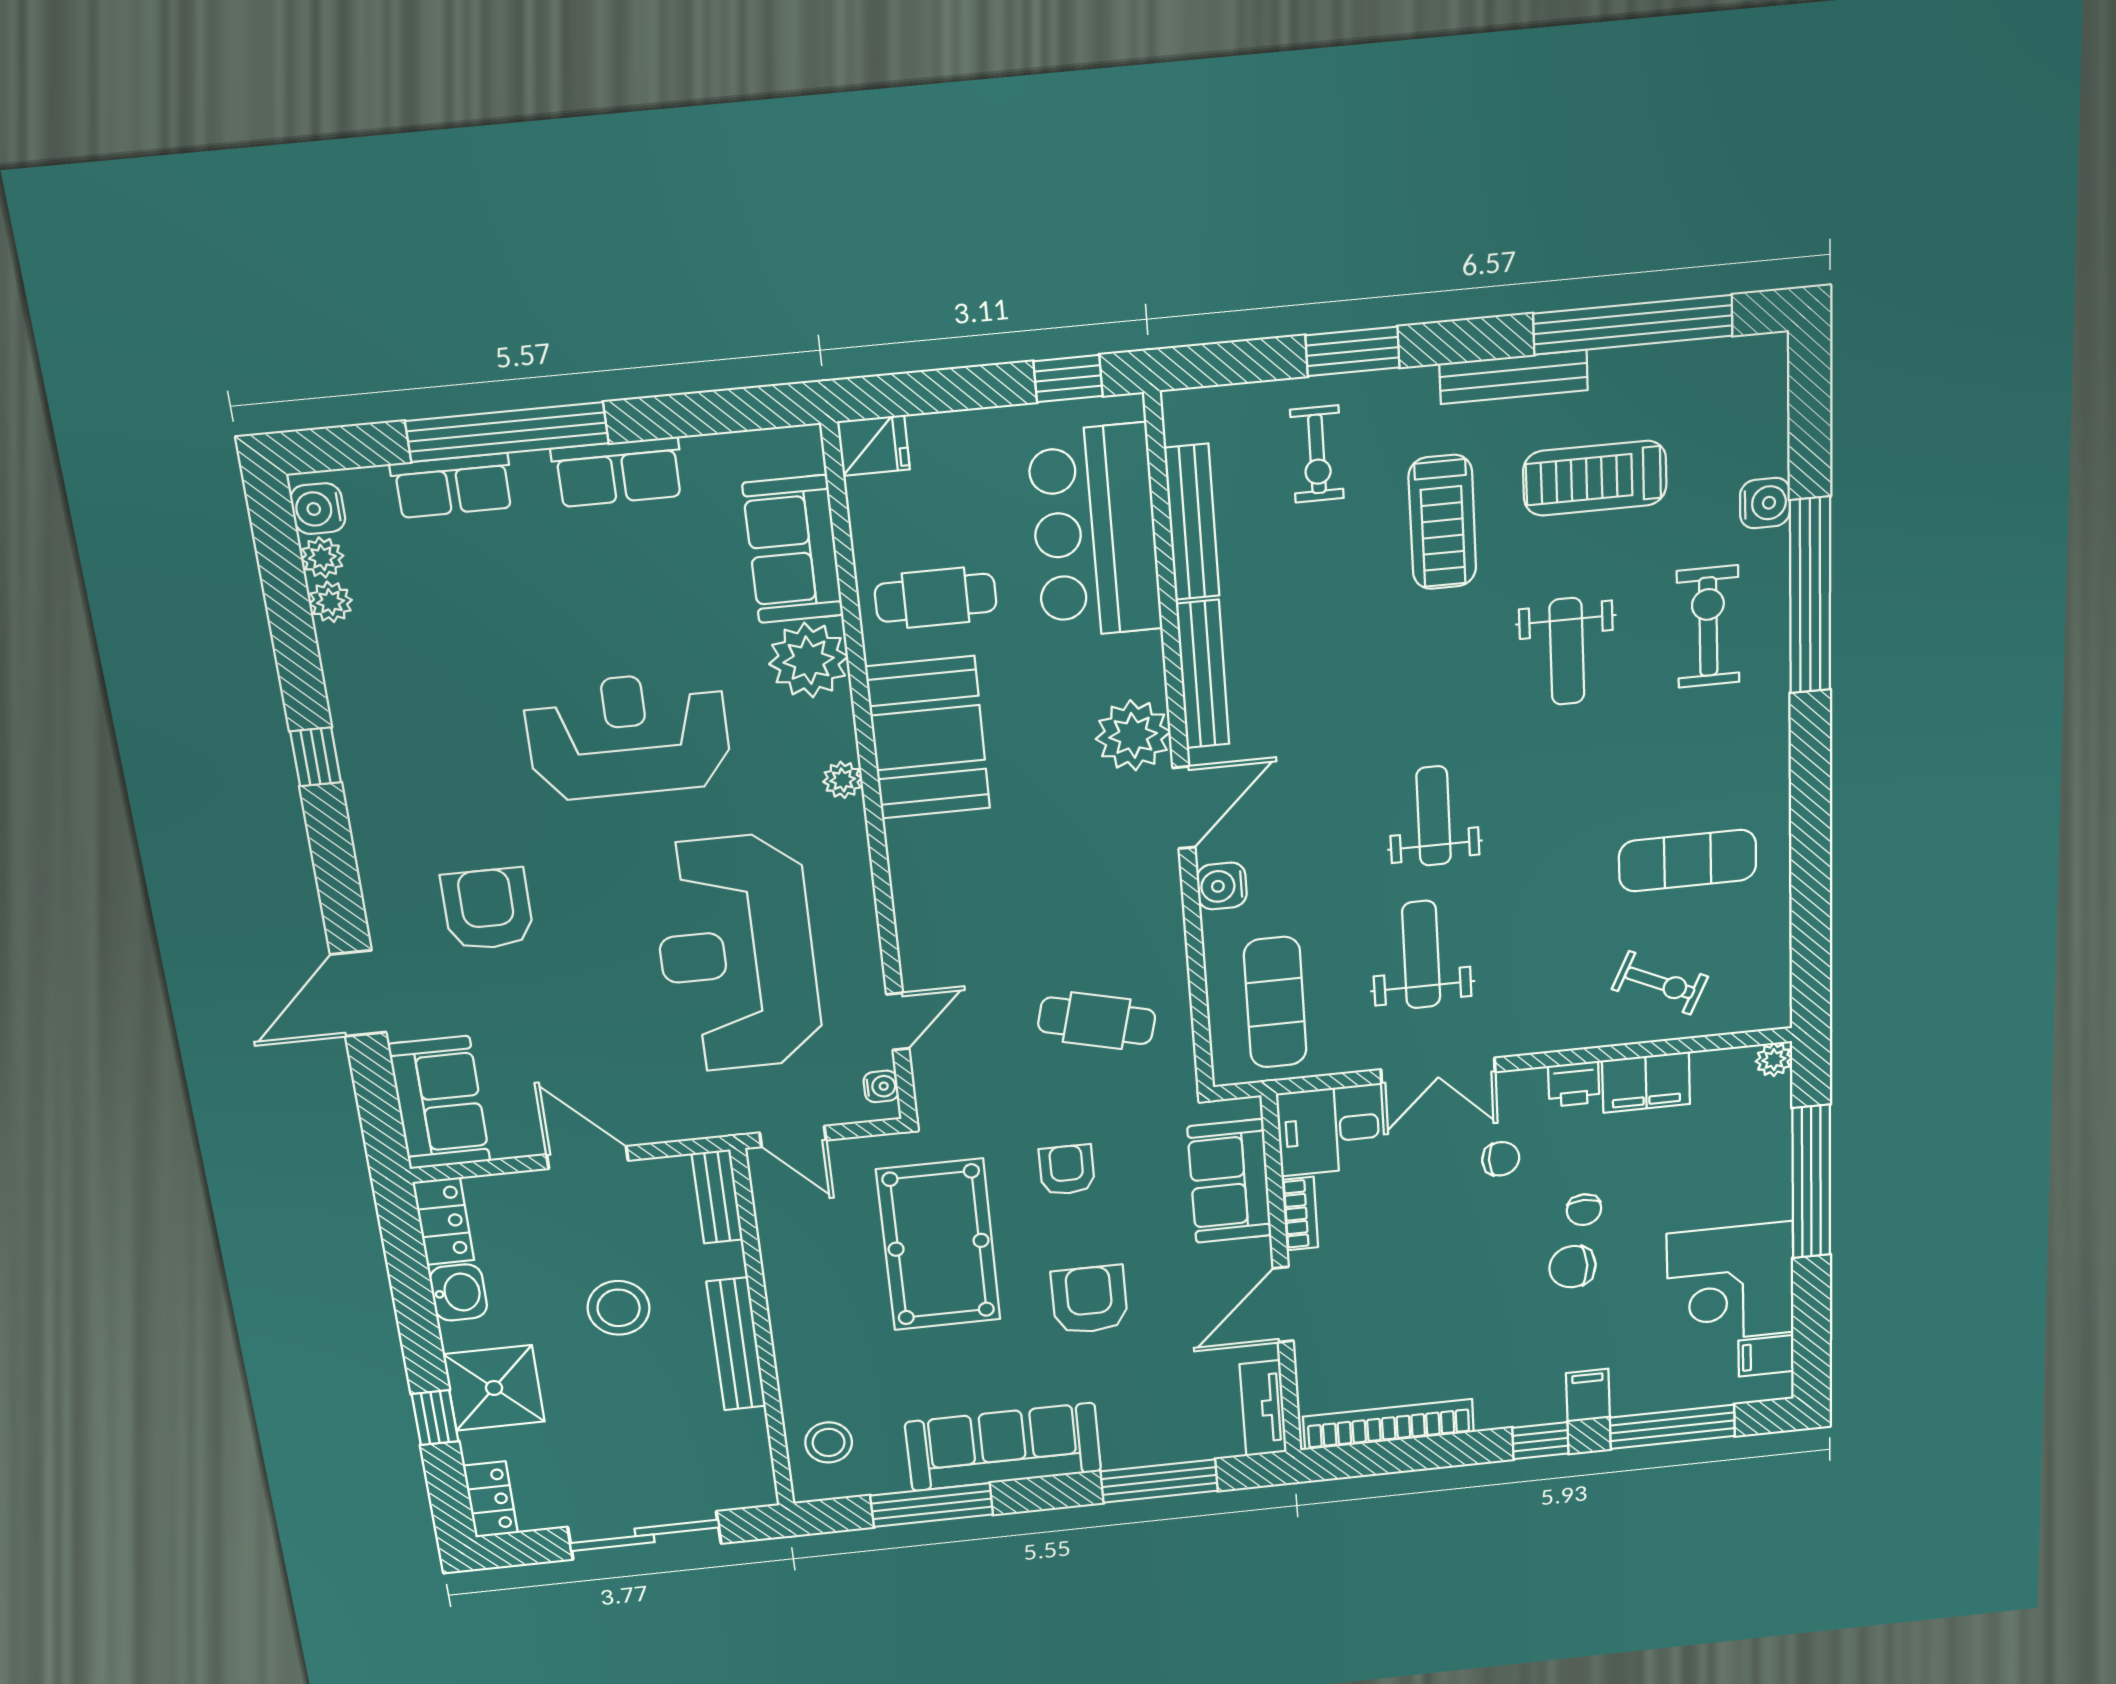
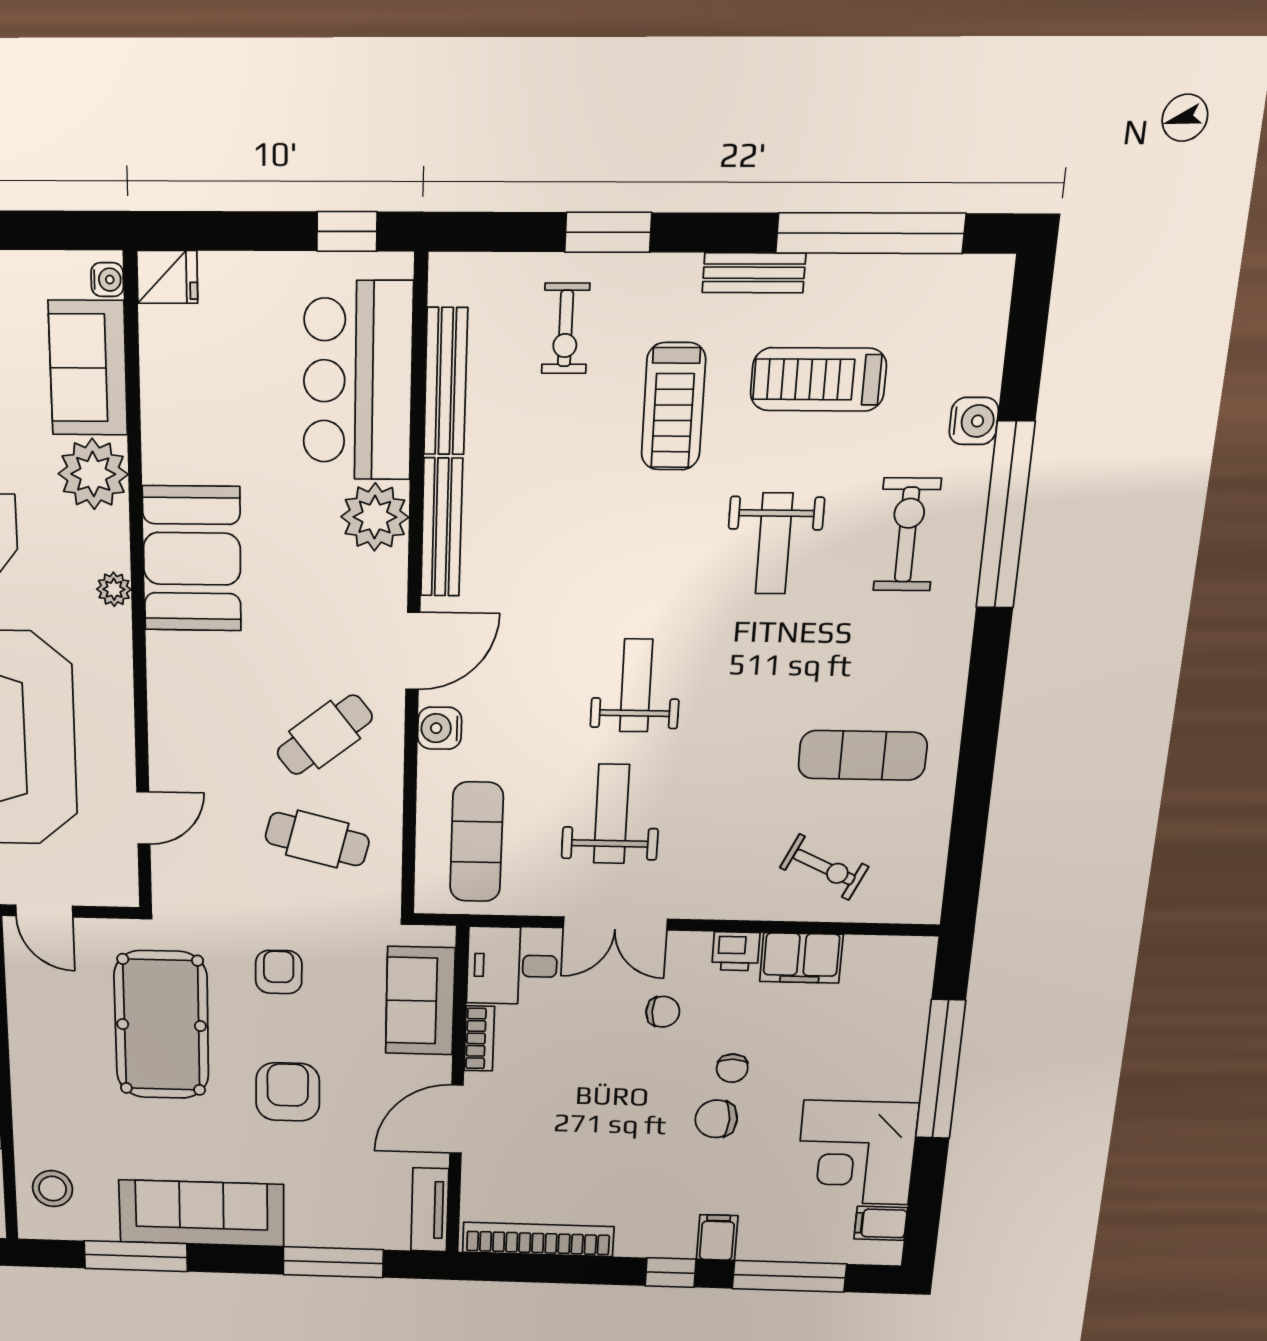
bench: (1514, 377) -> (754, 273), width x0.73
cafe table: (936, 598) -> (325, 735), moved, turned -38
plant: (1133, 735) -> (375, 517), moved
plant: (1774, 1060) -> (920, 952), removed
water cooler: (881, 1086) -> (107, 280), moved

